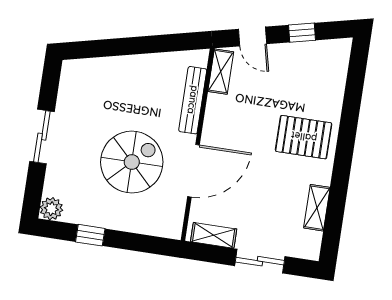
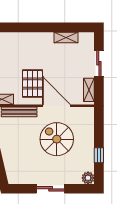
pallet: (304, 137) -> (32, 84), moved

